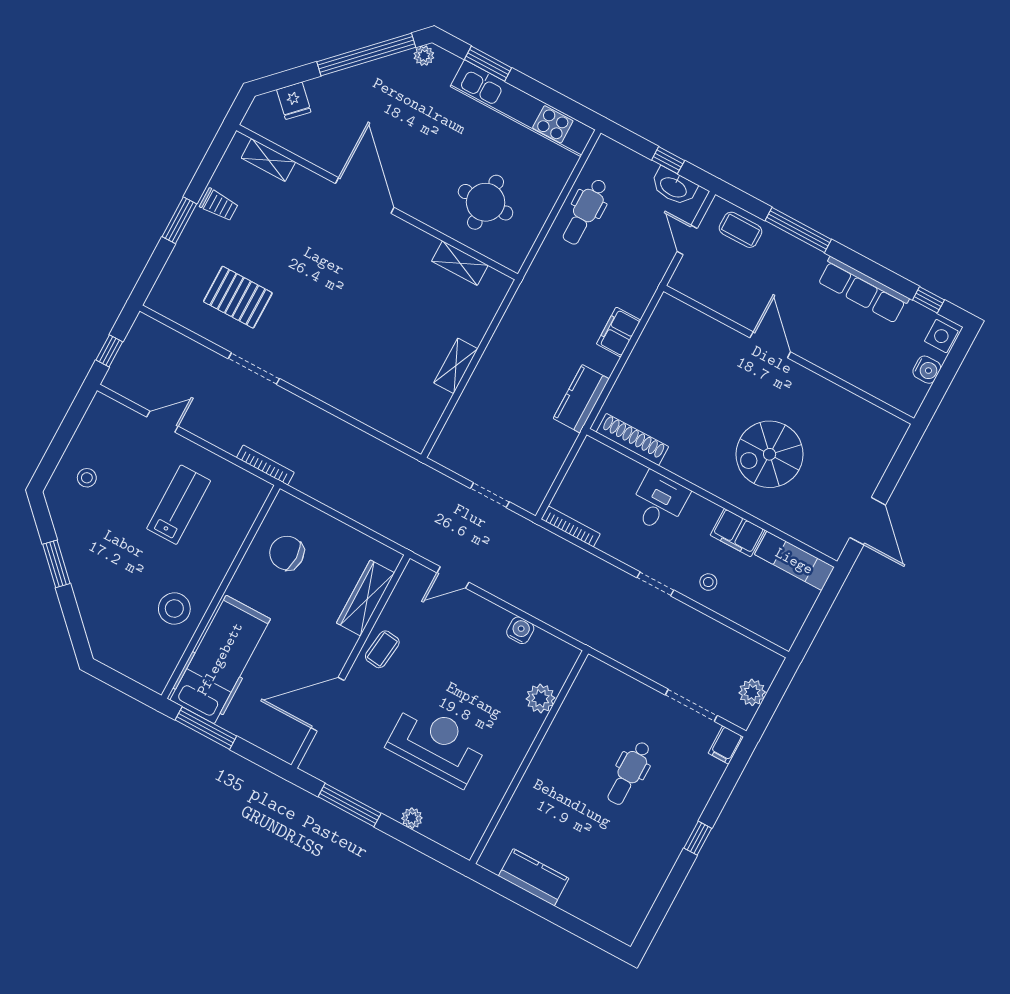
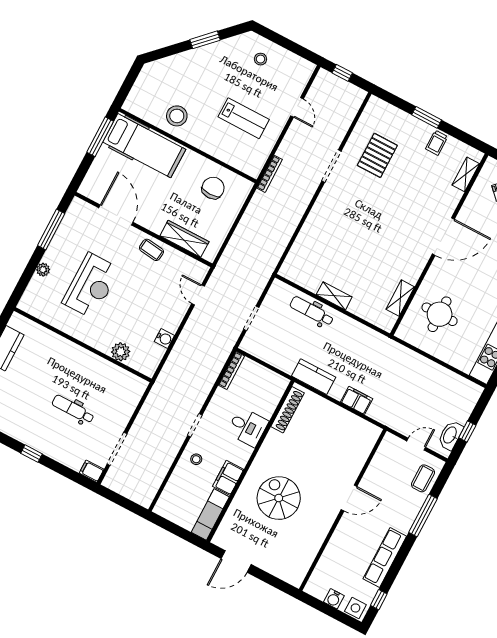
dental chair: (585, 212) -> (312, 311), moved
plant: (752, 692) -> (125, 488), removed

